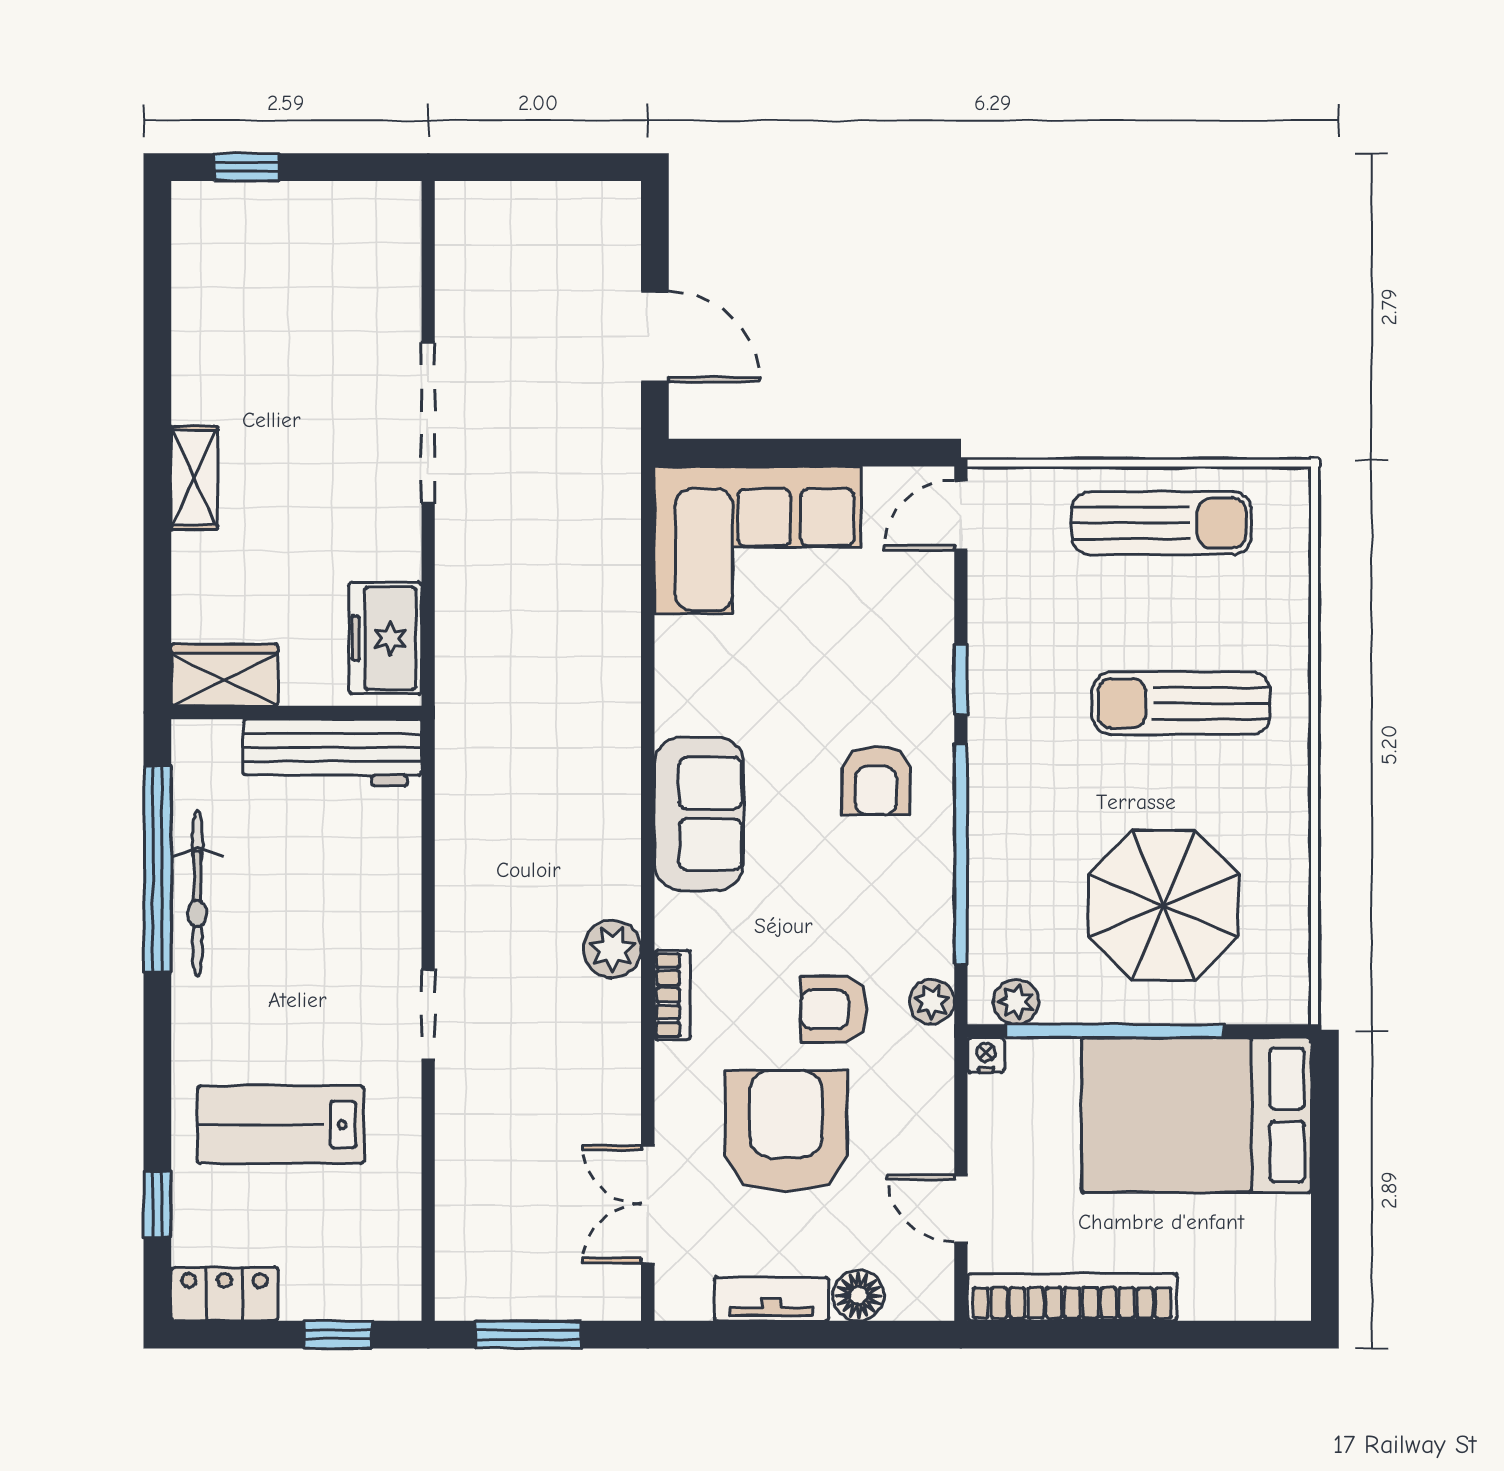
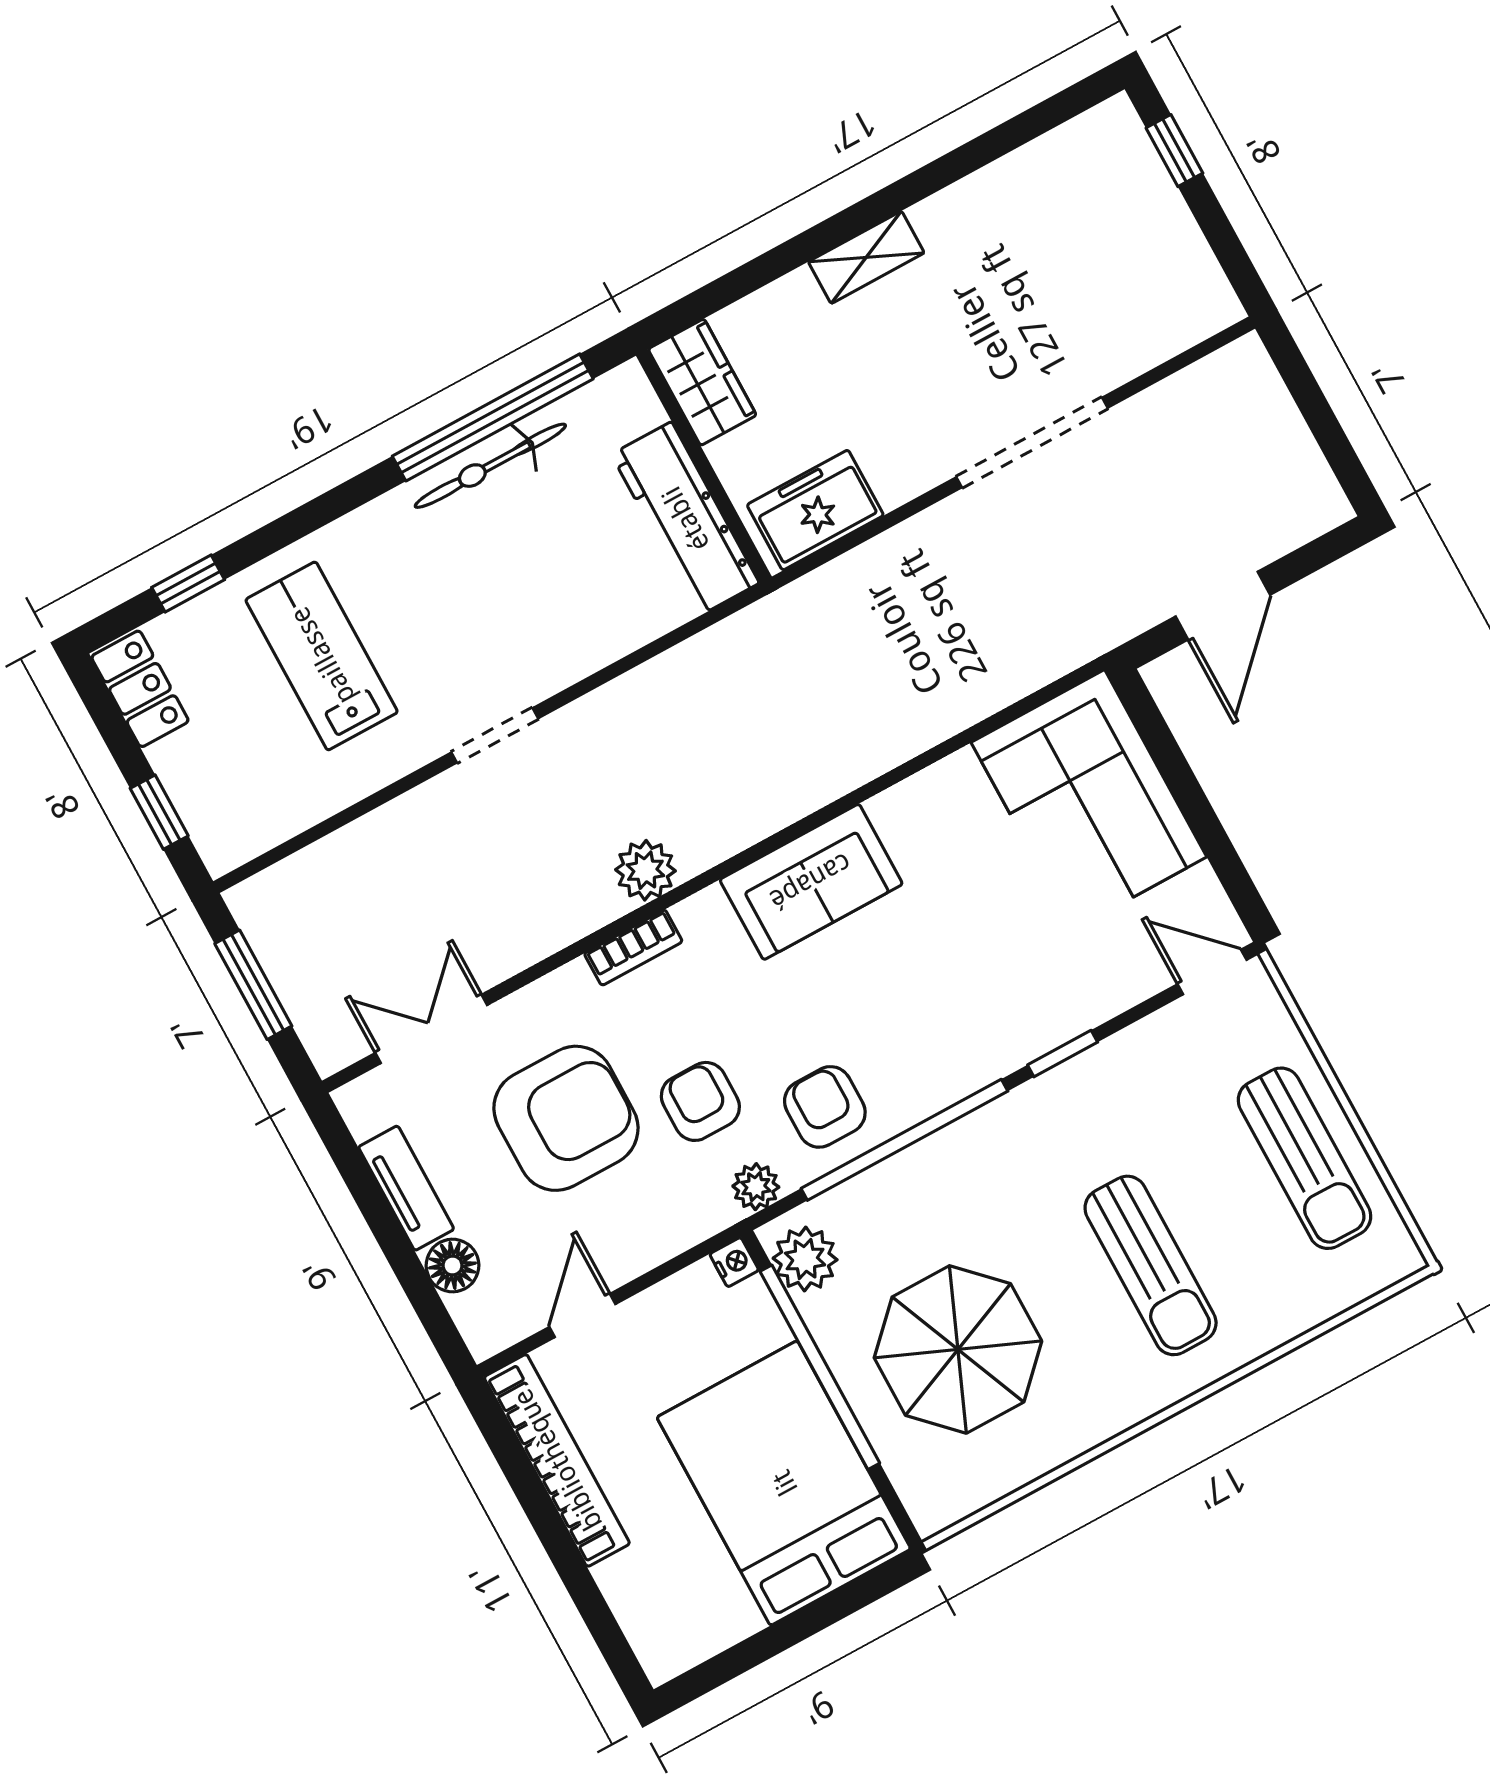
sun lounger: (1181, 703) -> (1151, 1265), turned 180
armchair: (876, 781) -> (825, 1107), moved, turned 90
plant: (1016, 1002) -> (805, 1259), width x1.38, depth x1.38

